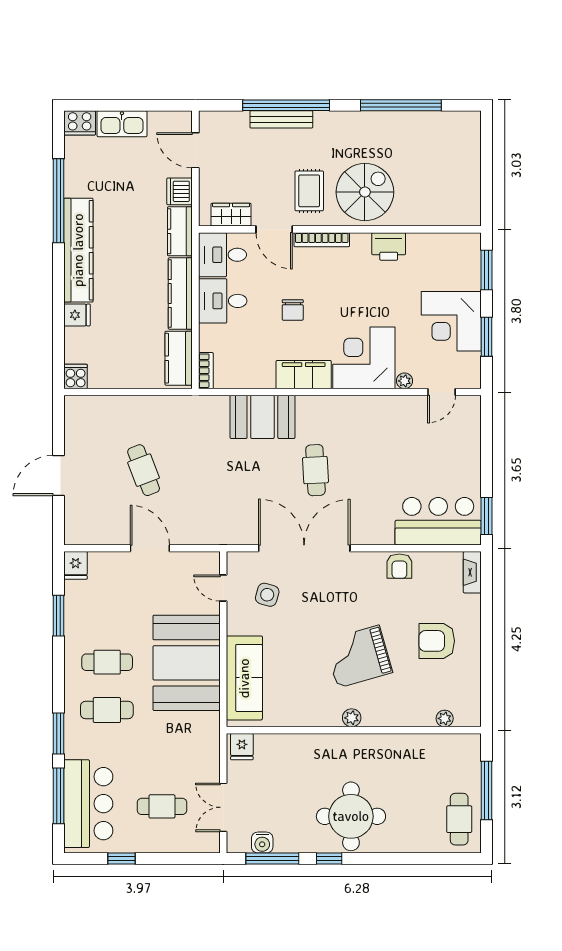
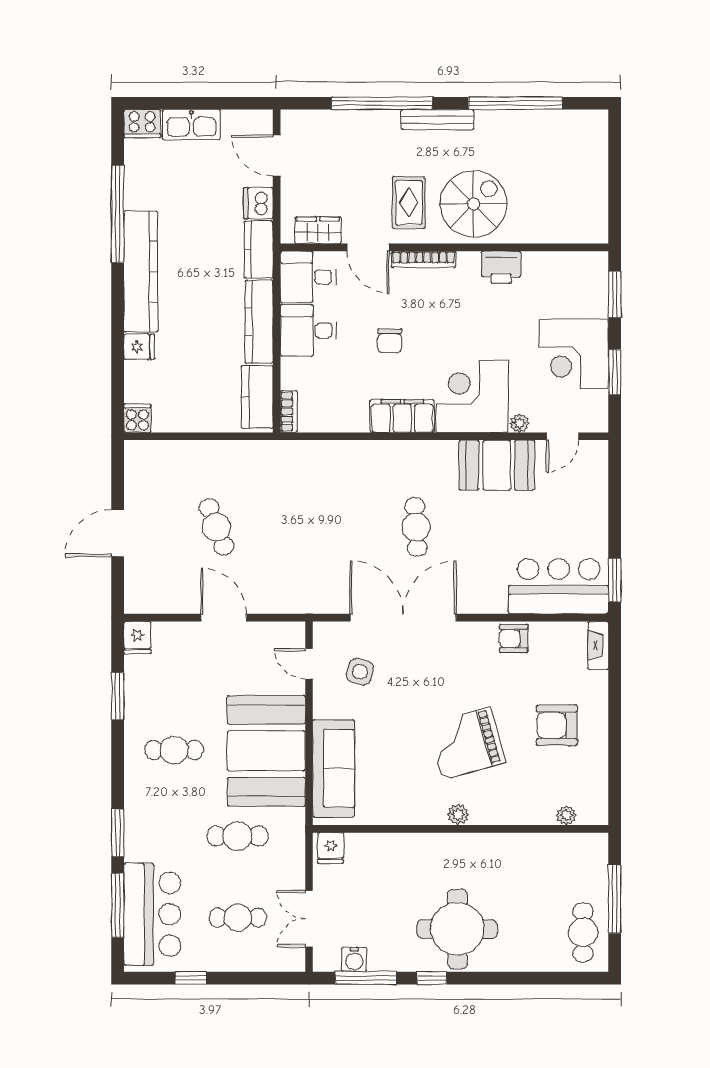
bench: (281, 119) -> (438, 120), moved
booth: (262, 417) -> (497, 465), moved
armchair: (399, 566) -> (514, 639), turned 90
cafe table: (107, 710) -> (237, 836), moved

